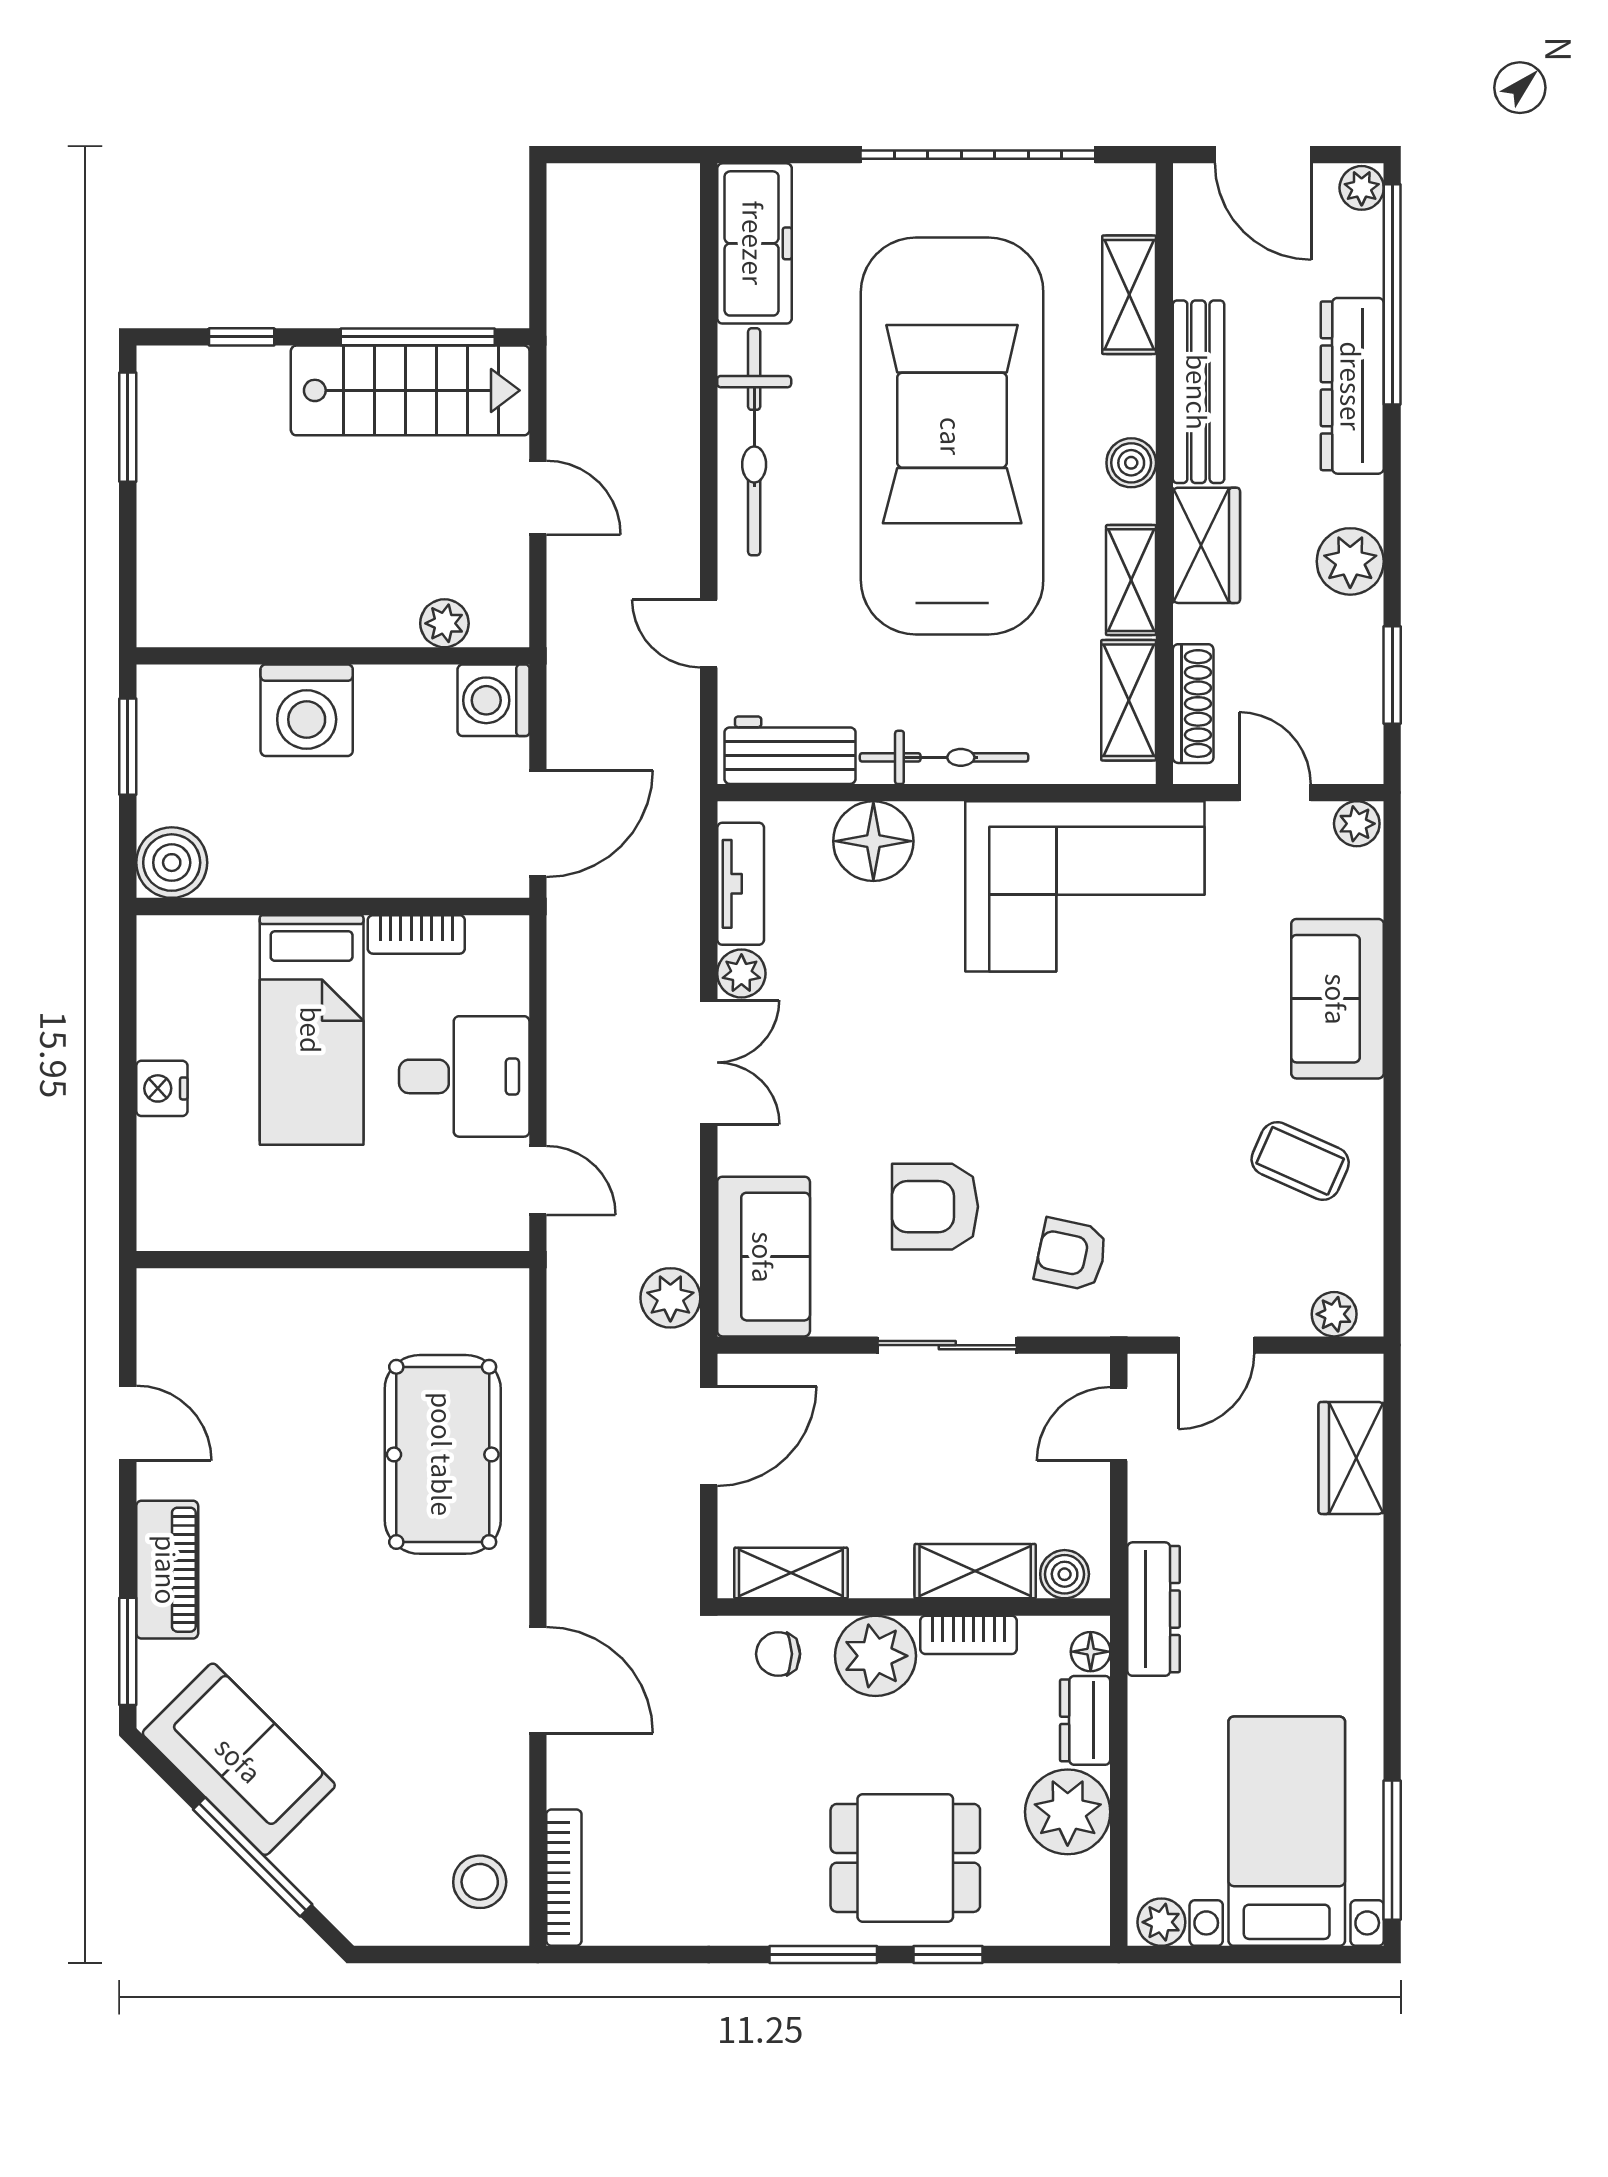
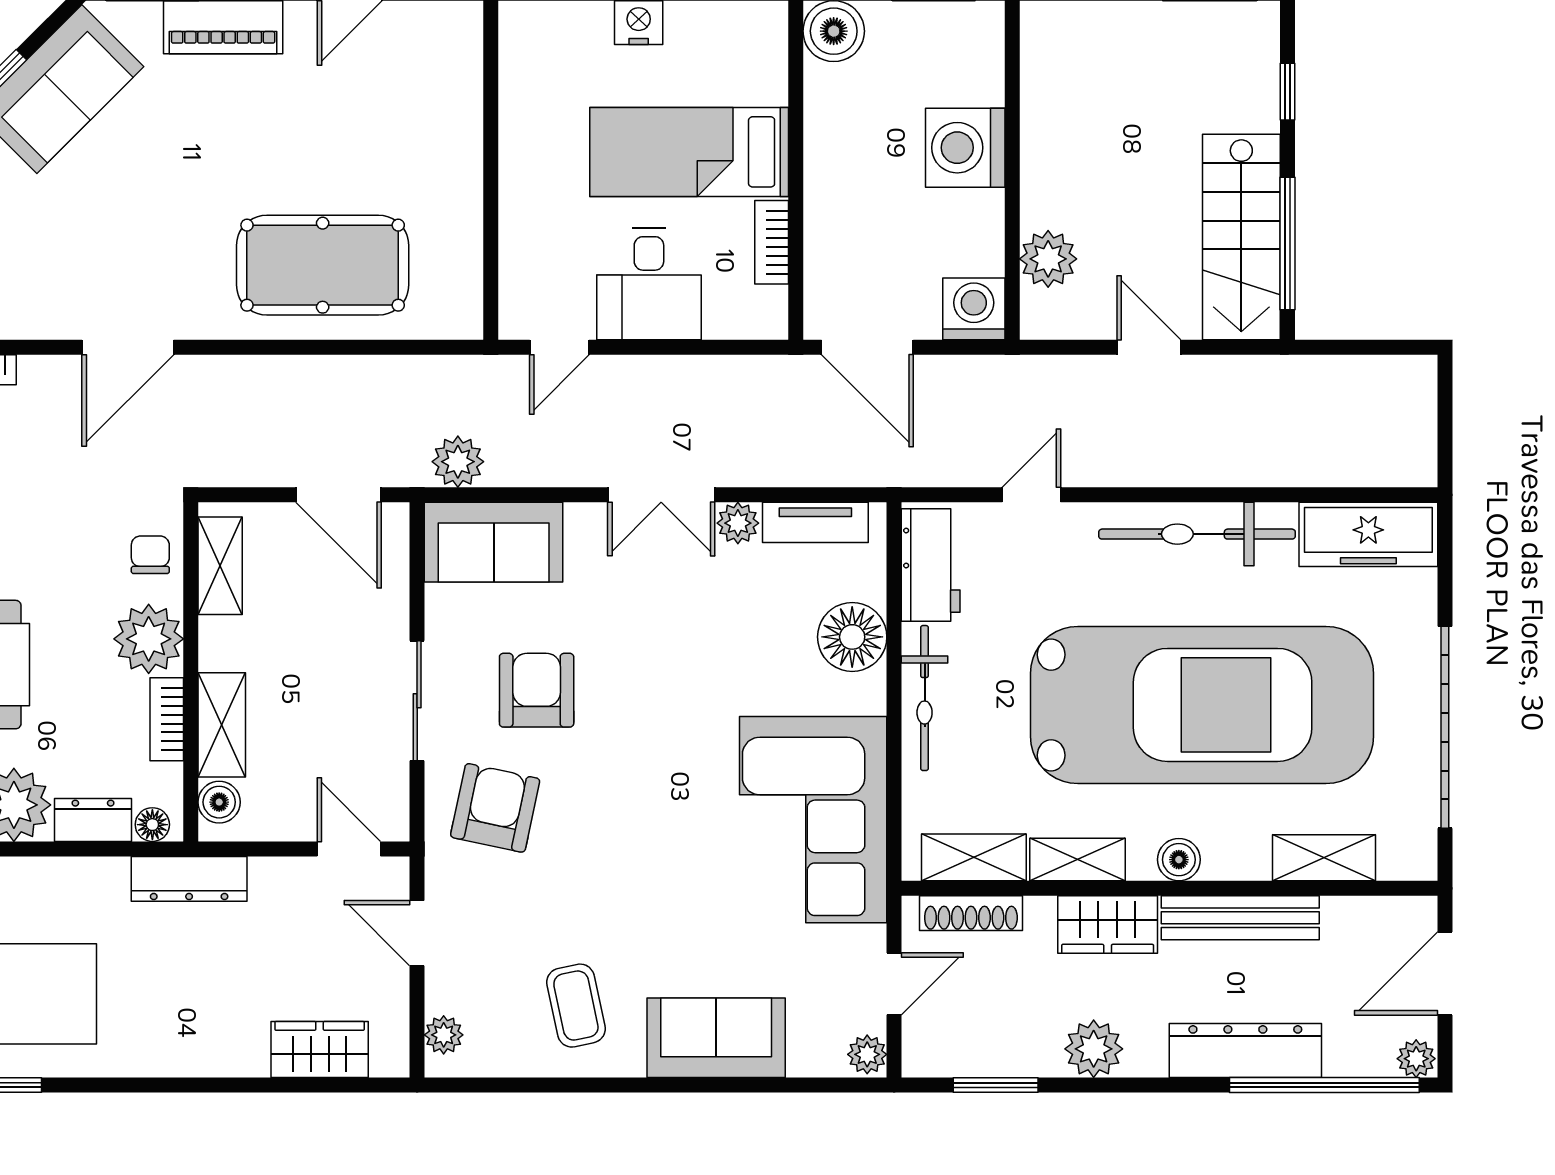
door: (538, 498) -> (1149, 347), swing flipped
plant: (444, 623) -> (1048, 259), width x1.38, depth x1.38
coffee table: (1300, 1161) -> (576, 1006), turned -36
armchair: (1071, 1255) -> (495, 808), width x1.38, depth x1.38

